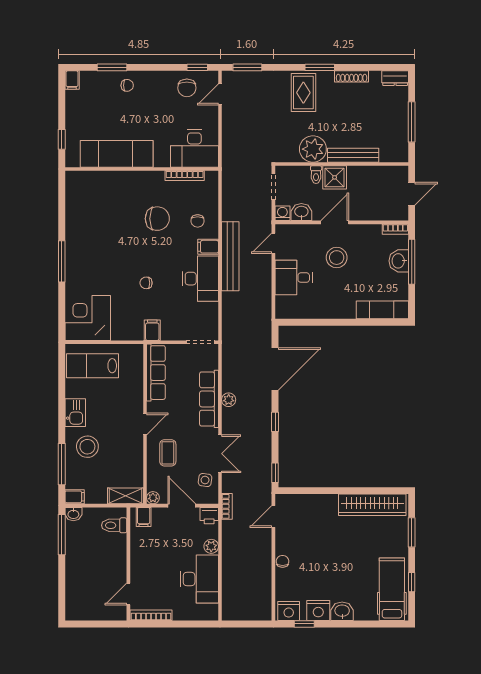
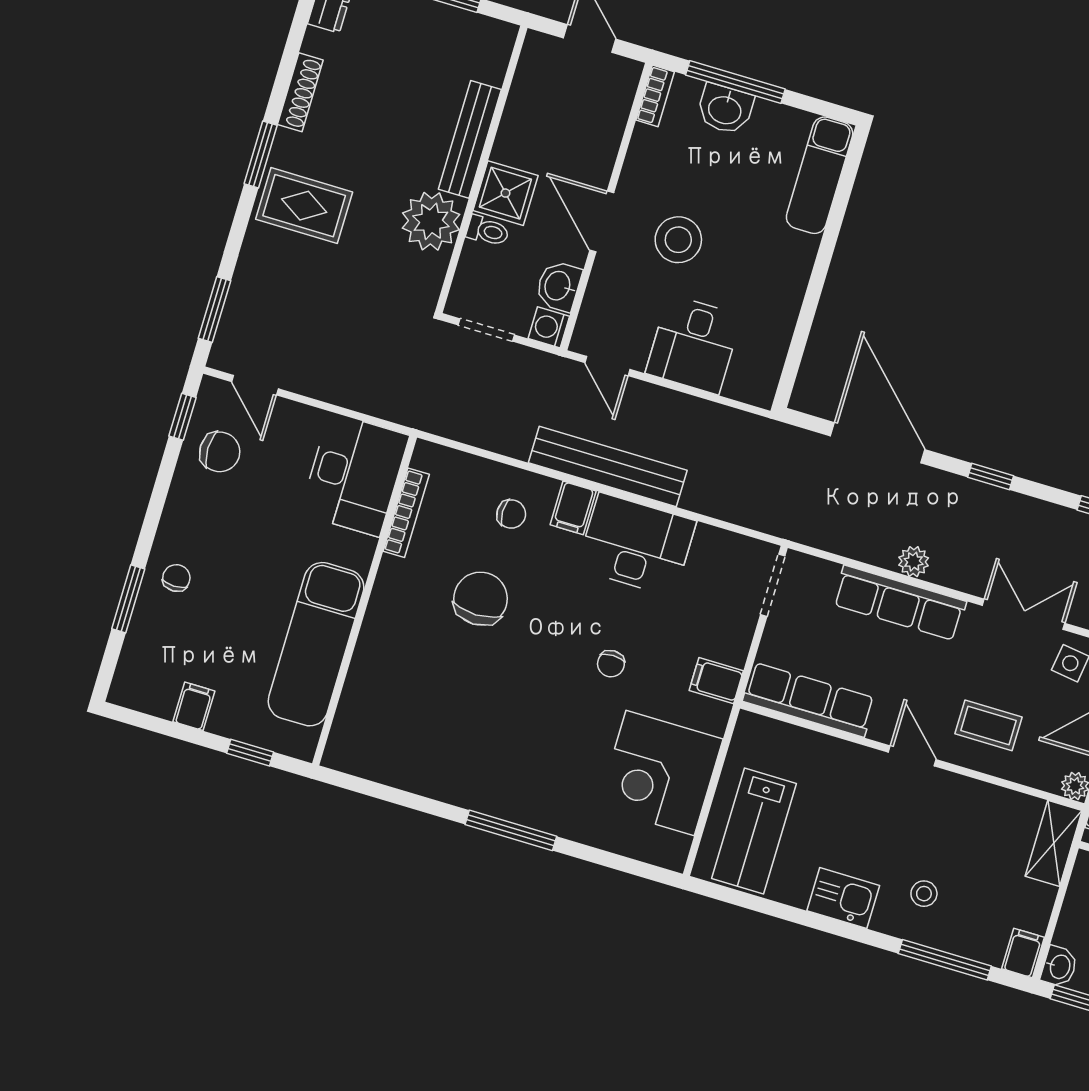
filing cabinet: (72, 80) -> (194, 706), moved, turned -90
corner desk: (88, 318) -> (660, 773), moved
stool: (87, 447) -> (924, 894), width x0.53, depth x0.53

